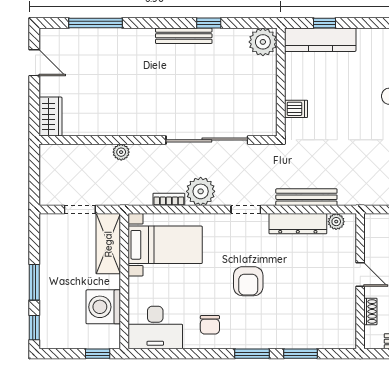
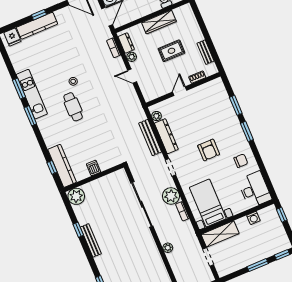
dishwasher: (296, 109) -> (94, 168), moved
armchair: (248, 281) -> (209, 150), turned 90
washing machine: (103, 307) -> (253, 218), width x0.53, depth x0.53

